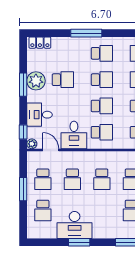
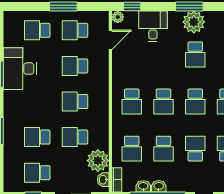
desk: (74, 135) -> (128, 68), removed

